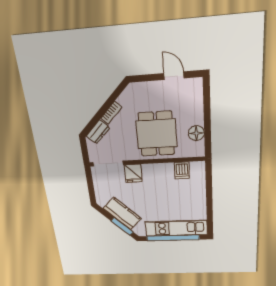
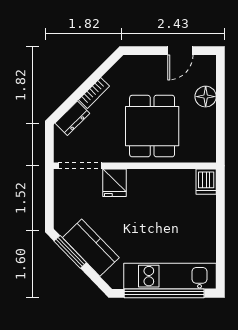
door: (174, 76) -> (180, 51), swing flipped
floor lamp: (196, 133) -> (206, 97), moved
dishwasher: (182, 170) -> (206, 182), moved
window: (122, 226) -> (70, 252), moved

